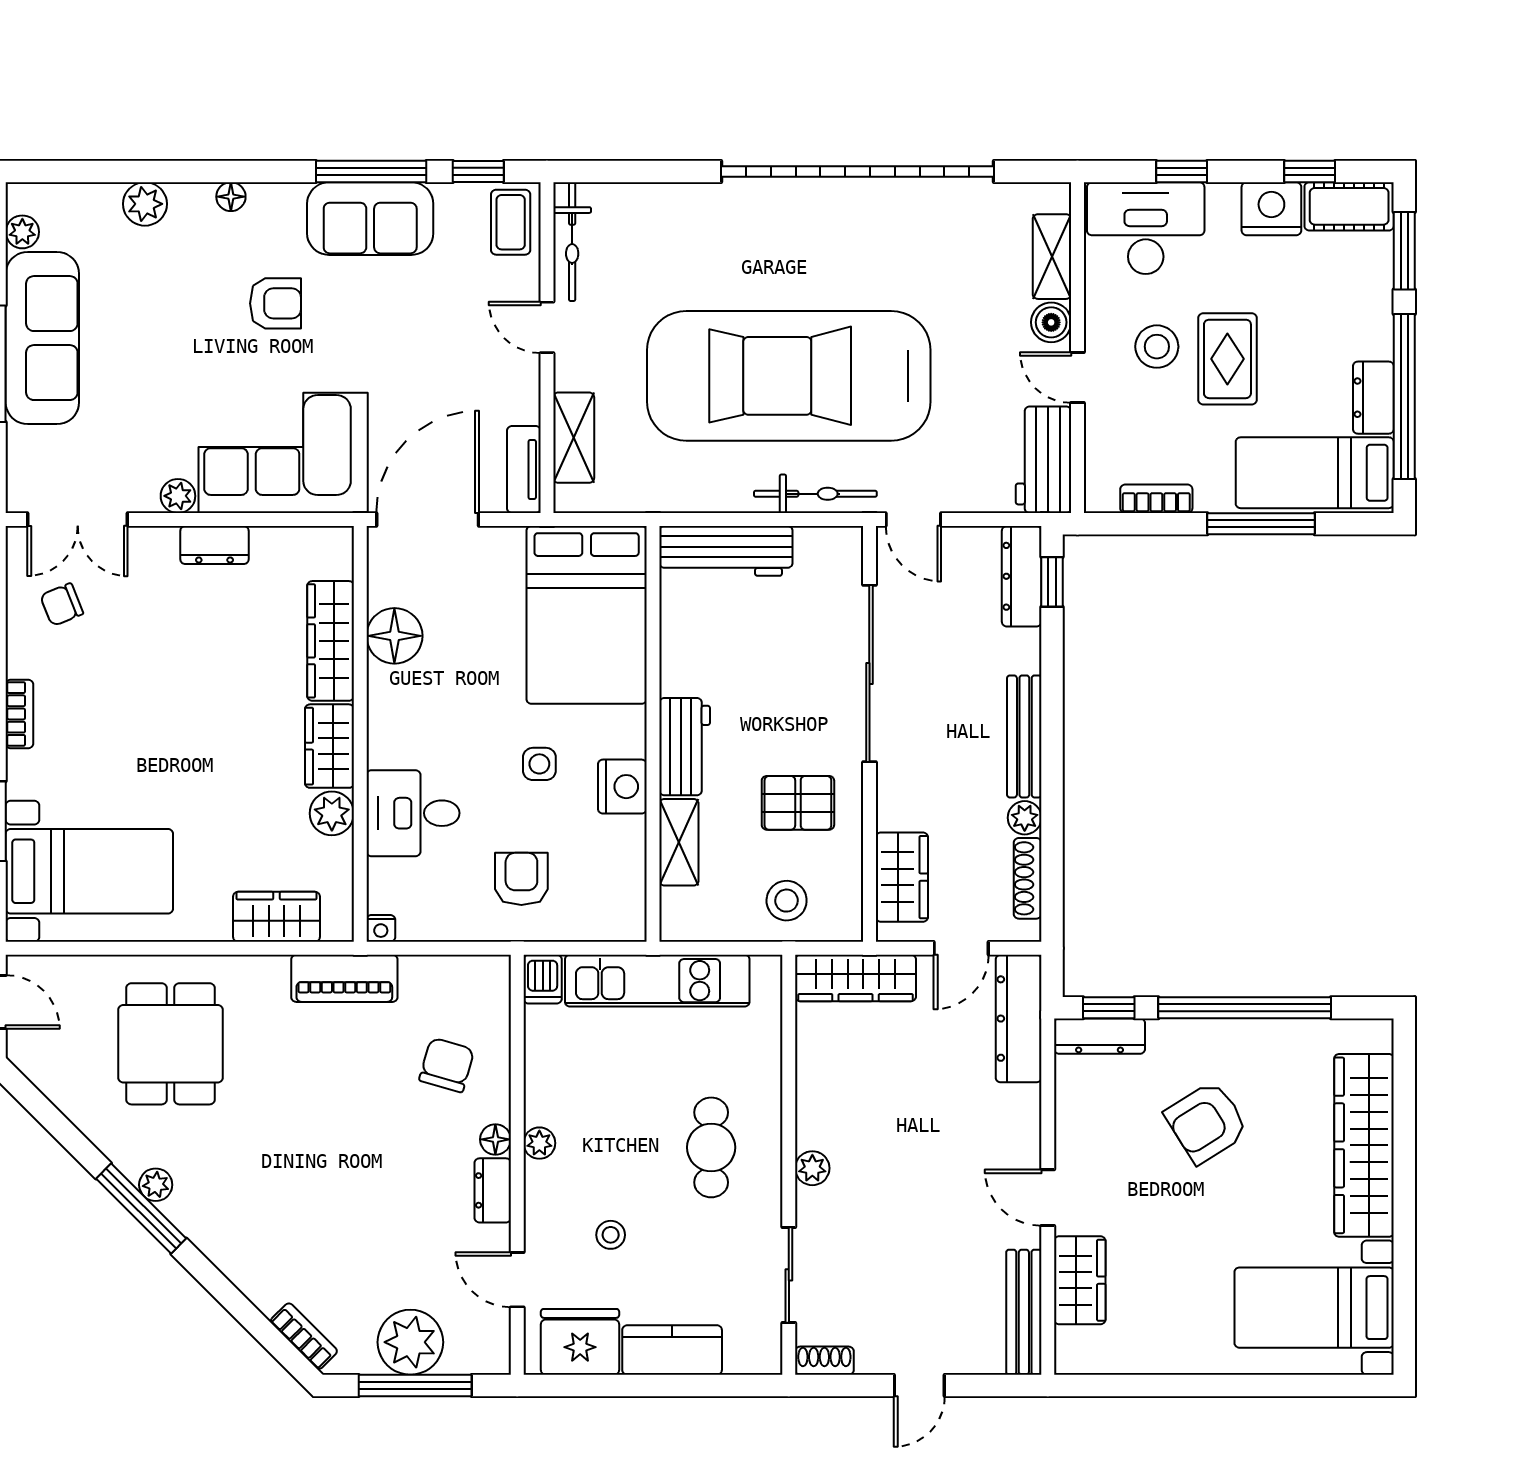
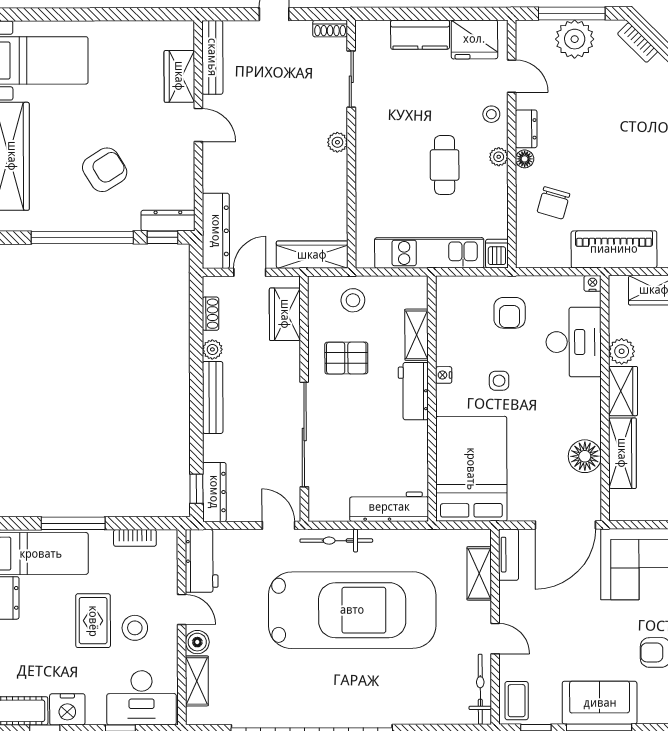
nightstand: (622, 787) -> (444, 375), width x0.53, depth x0.56
desk: (413, 813) -> (574, 342), width x1.37
shoe rack: (1028, 878) -> (211, 314), width x0.70
piano: (344, 978) -> (614, 249), width x1.37, depth x1.33
cafe table: (711, 1147) -> (445, 165), moved
stool: (611, 1235) -> (491, 114), moved

